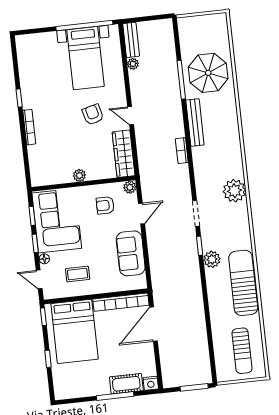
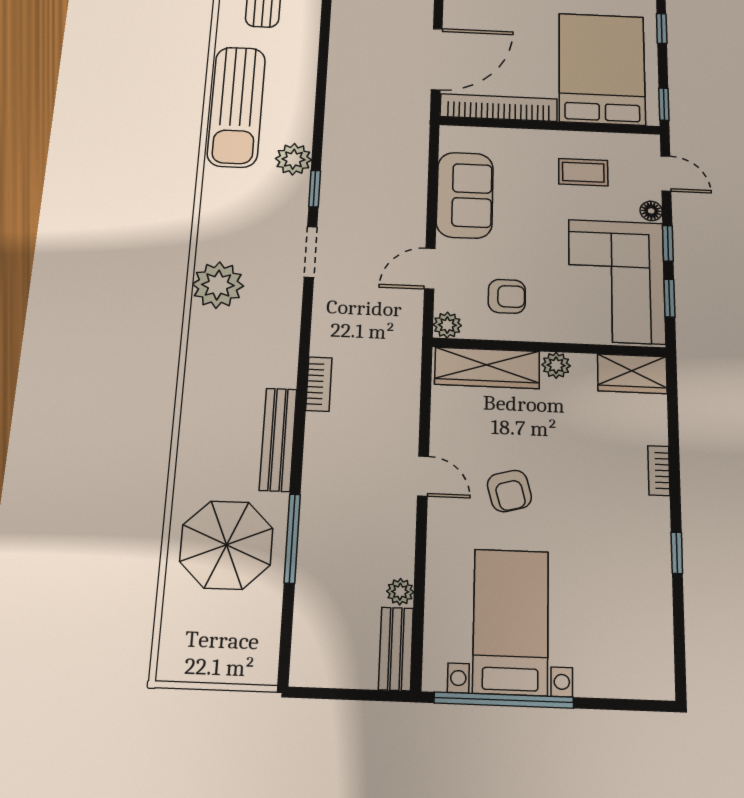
bookcase: (29, 127) -> (659, 471), width x0.64
wardrobe: (124, 154) -> (487, 368), moved, turned 90
wardrobe: (46, 177) -> (632, 374), added

